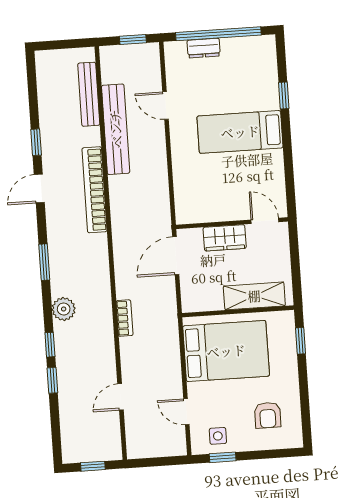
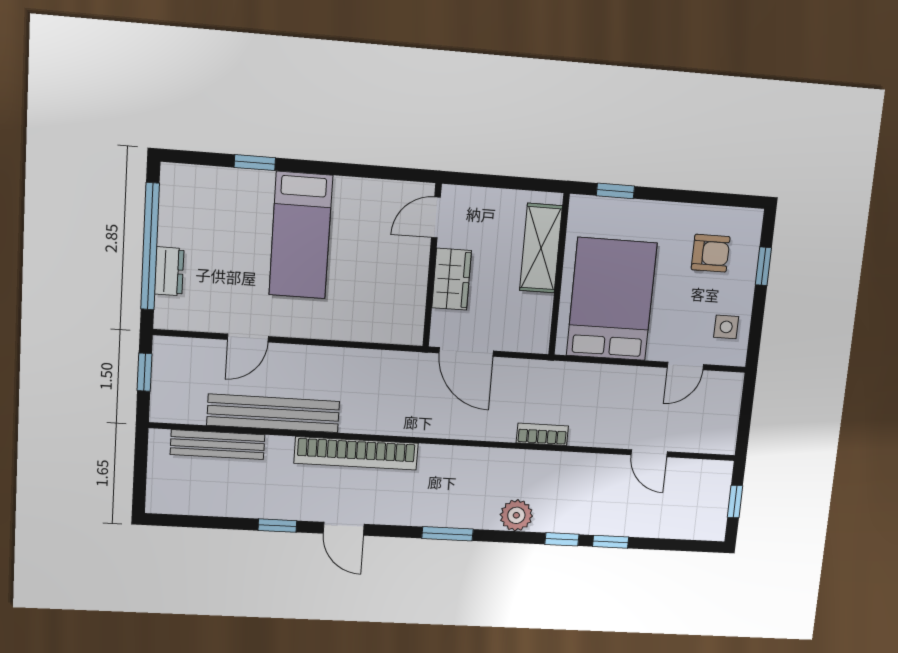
window: (223, 457) -> (763, 266), moved

